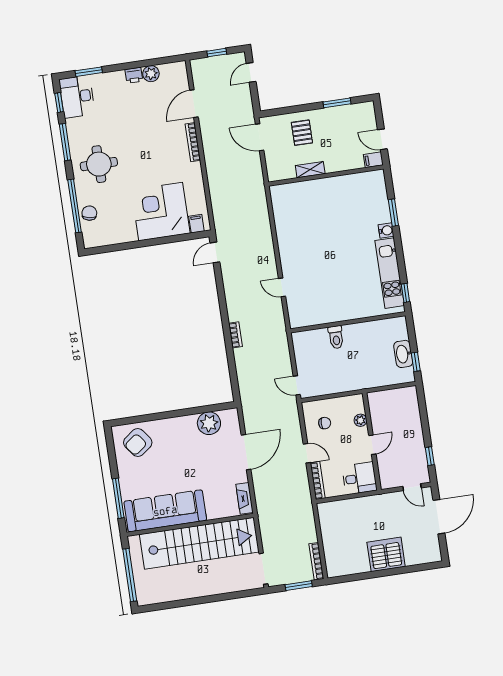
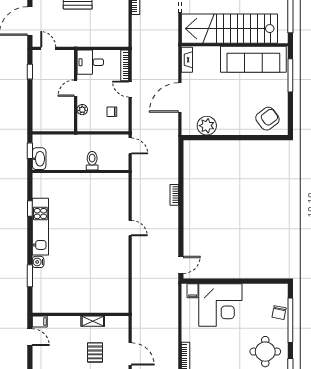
wall: (348, 322) -> (81, 171), moved
toilet: (336, 337) -> (92, 161), moved

